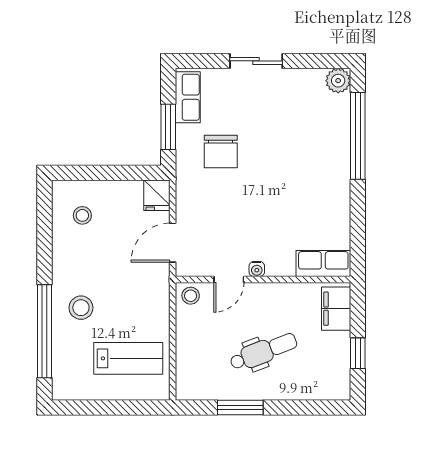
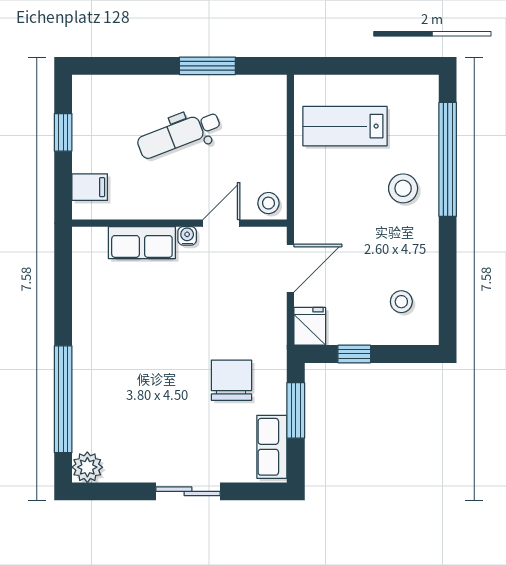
window: (121, 173) -> (354, 354), added
row of seats: (323, 263) -> (142, 243), moved
filing cabinet: (336, 309) -> (90, 187), width x0.50

